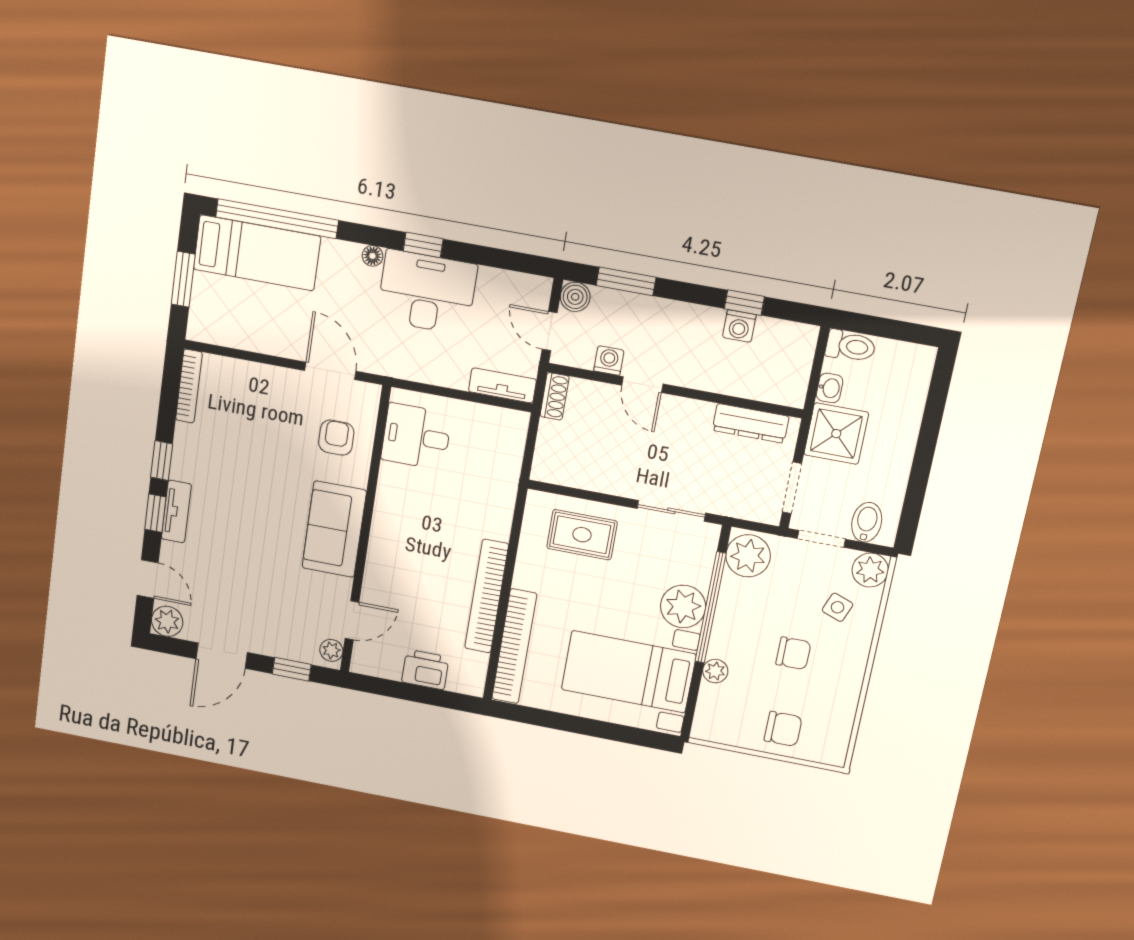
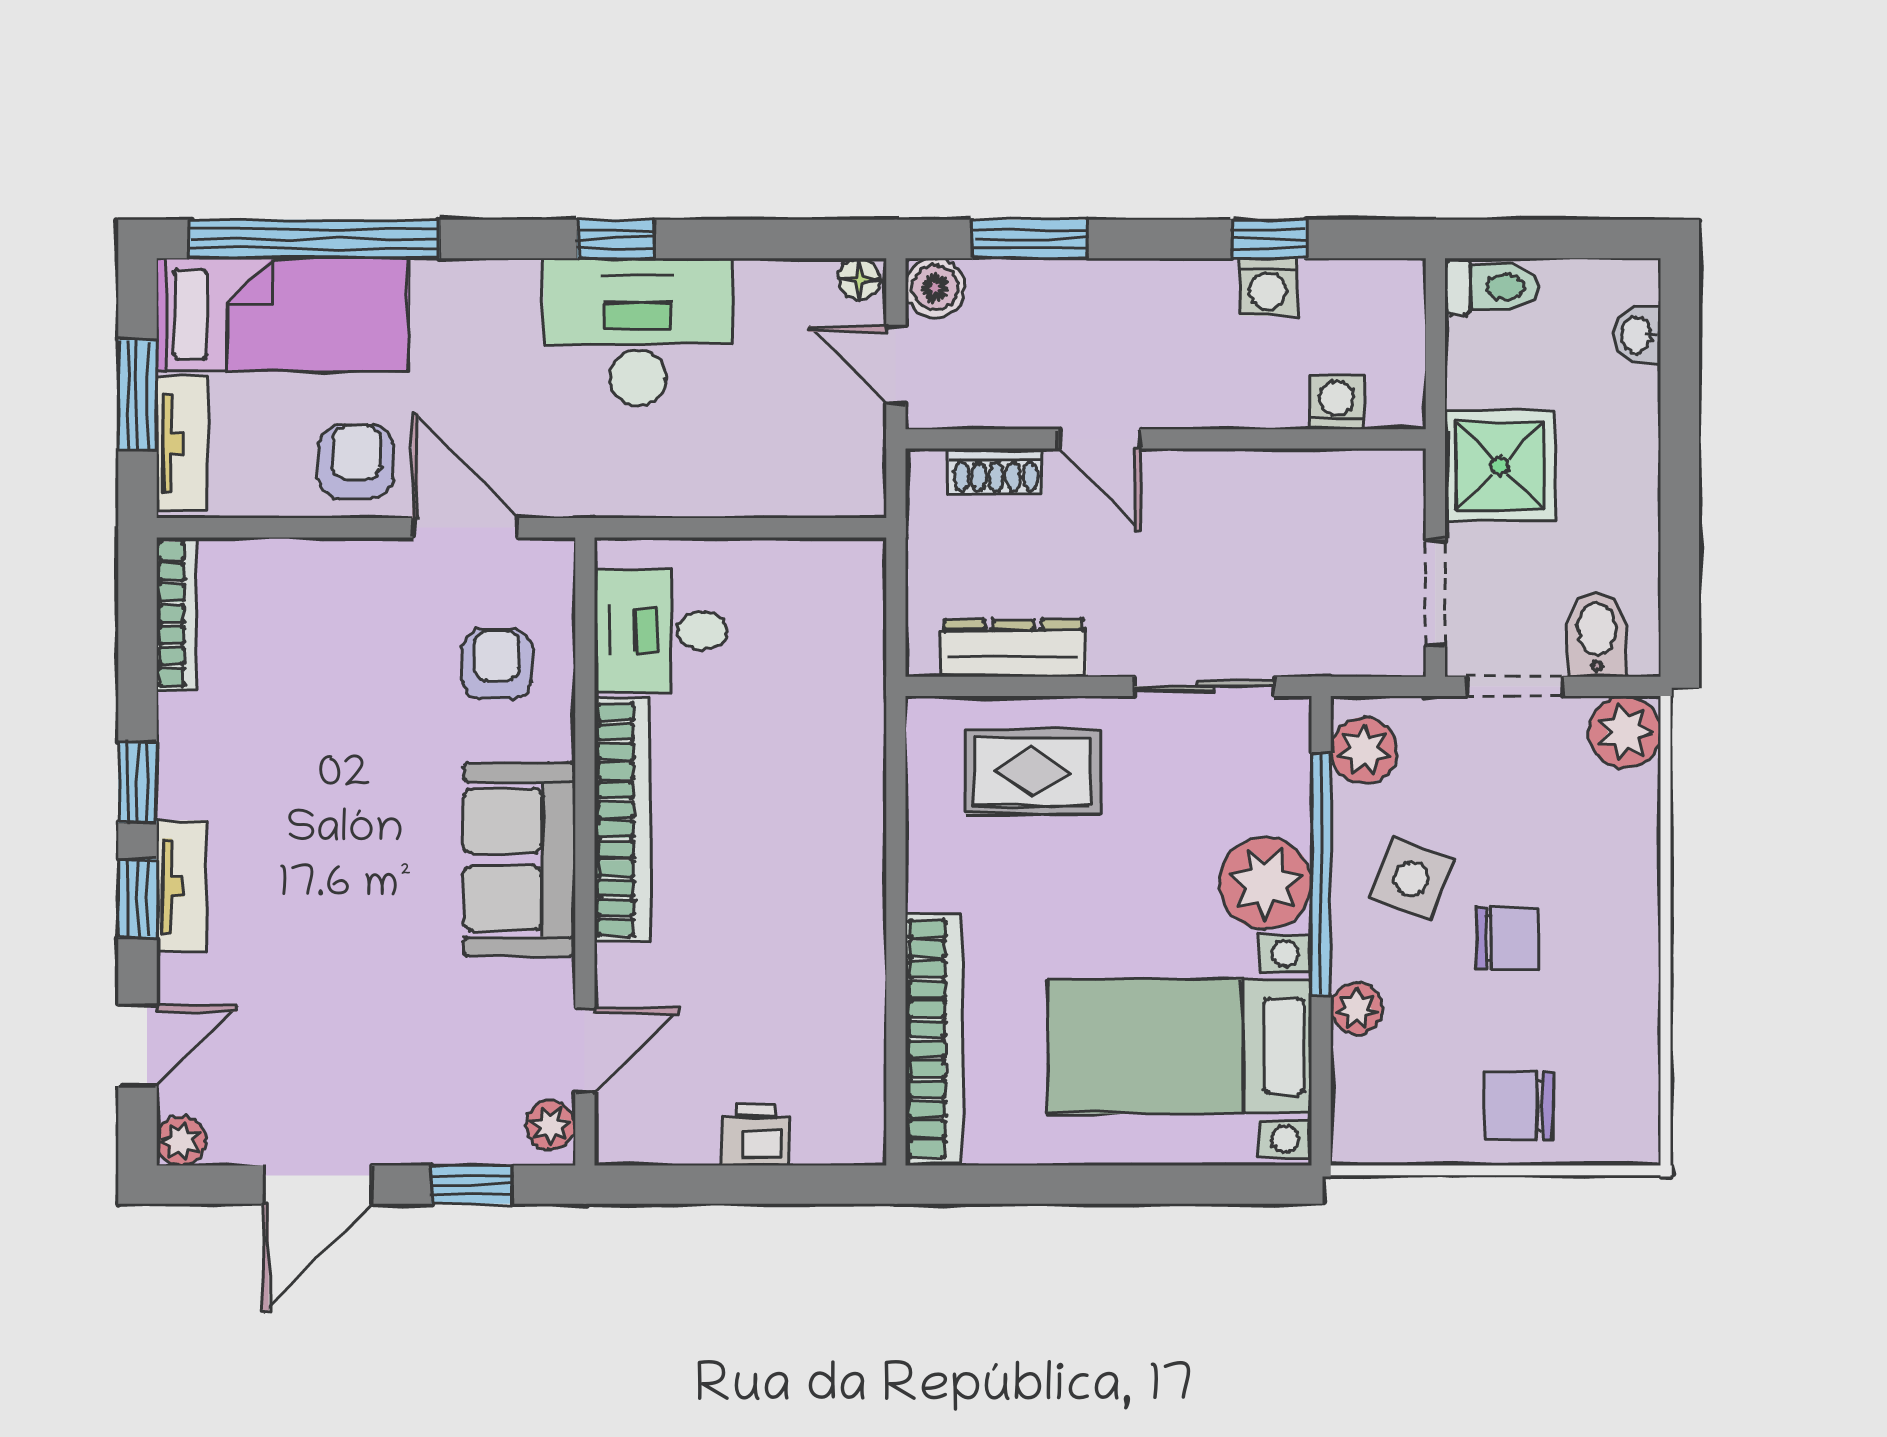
floor lamp: (372, 256) -> (859, 279), moved
armchair: (283, 330) -> (356, 462), added
washing machine: (609, 361) -> (1337, 403), moved
tv unit: (502, 385) -> (182, 443), moved, turned 90
washbasin: (830, 388) -> (1638, 335), moved, turned 180
shoe rack: (555, 396) -> (996, 471), moved, turned 90
dresser: (751, 423) -> (1013, 648), moved, turned 180
plant: (748, 556) -> (1364, 750), width x0.73, depth x0.73
door: (148, 579) -> (137, 1046), hinge flipped
bookcase: (487, 596) -> (622, 820), moved, turned 180
side table: (837, 607) -> (1411, 879), moved, width x1.37, depth x1.37
plant: (167, 621) -> (181, 1141), width x0.73, depth x0.73
printer: (425, 670) -> (756, 1135), width x0.73, depth x0.81
chair: (783, 729) -> (1519, 1106), turned 180

